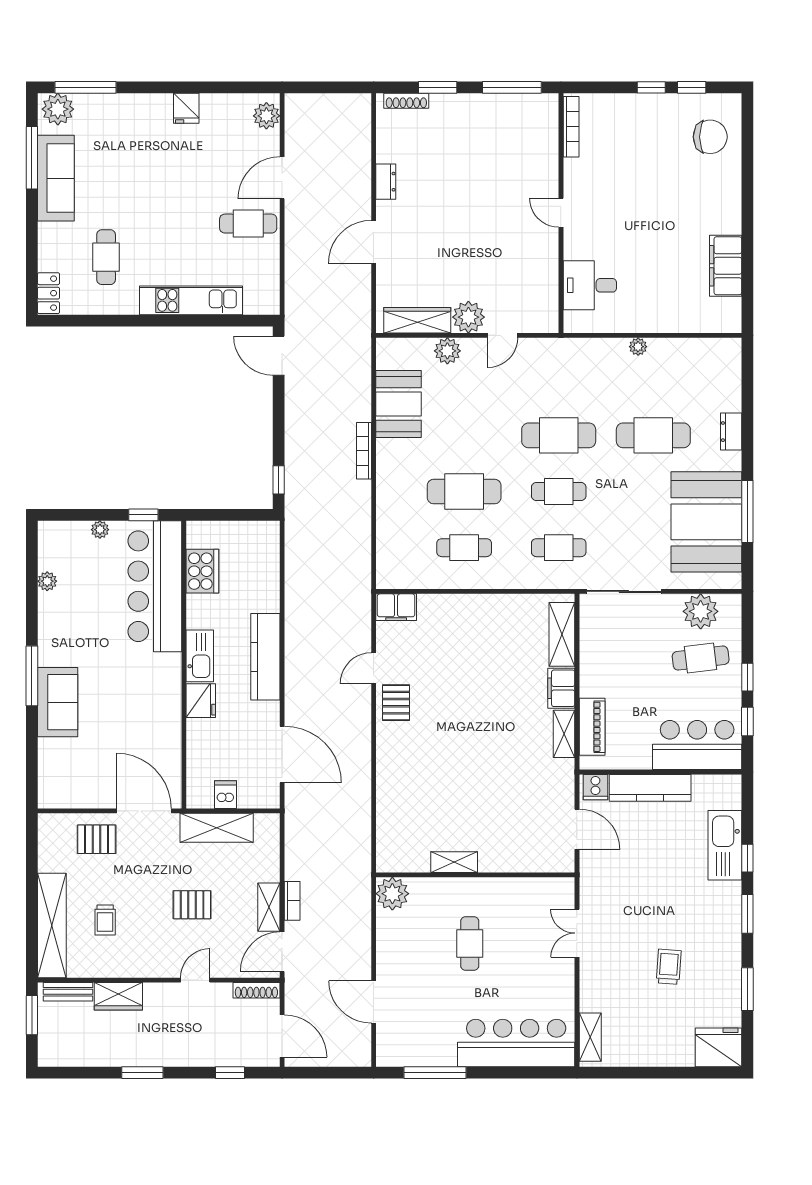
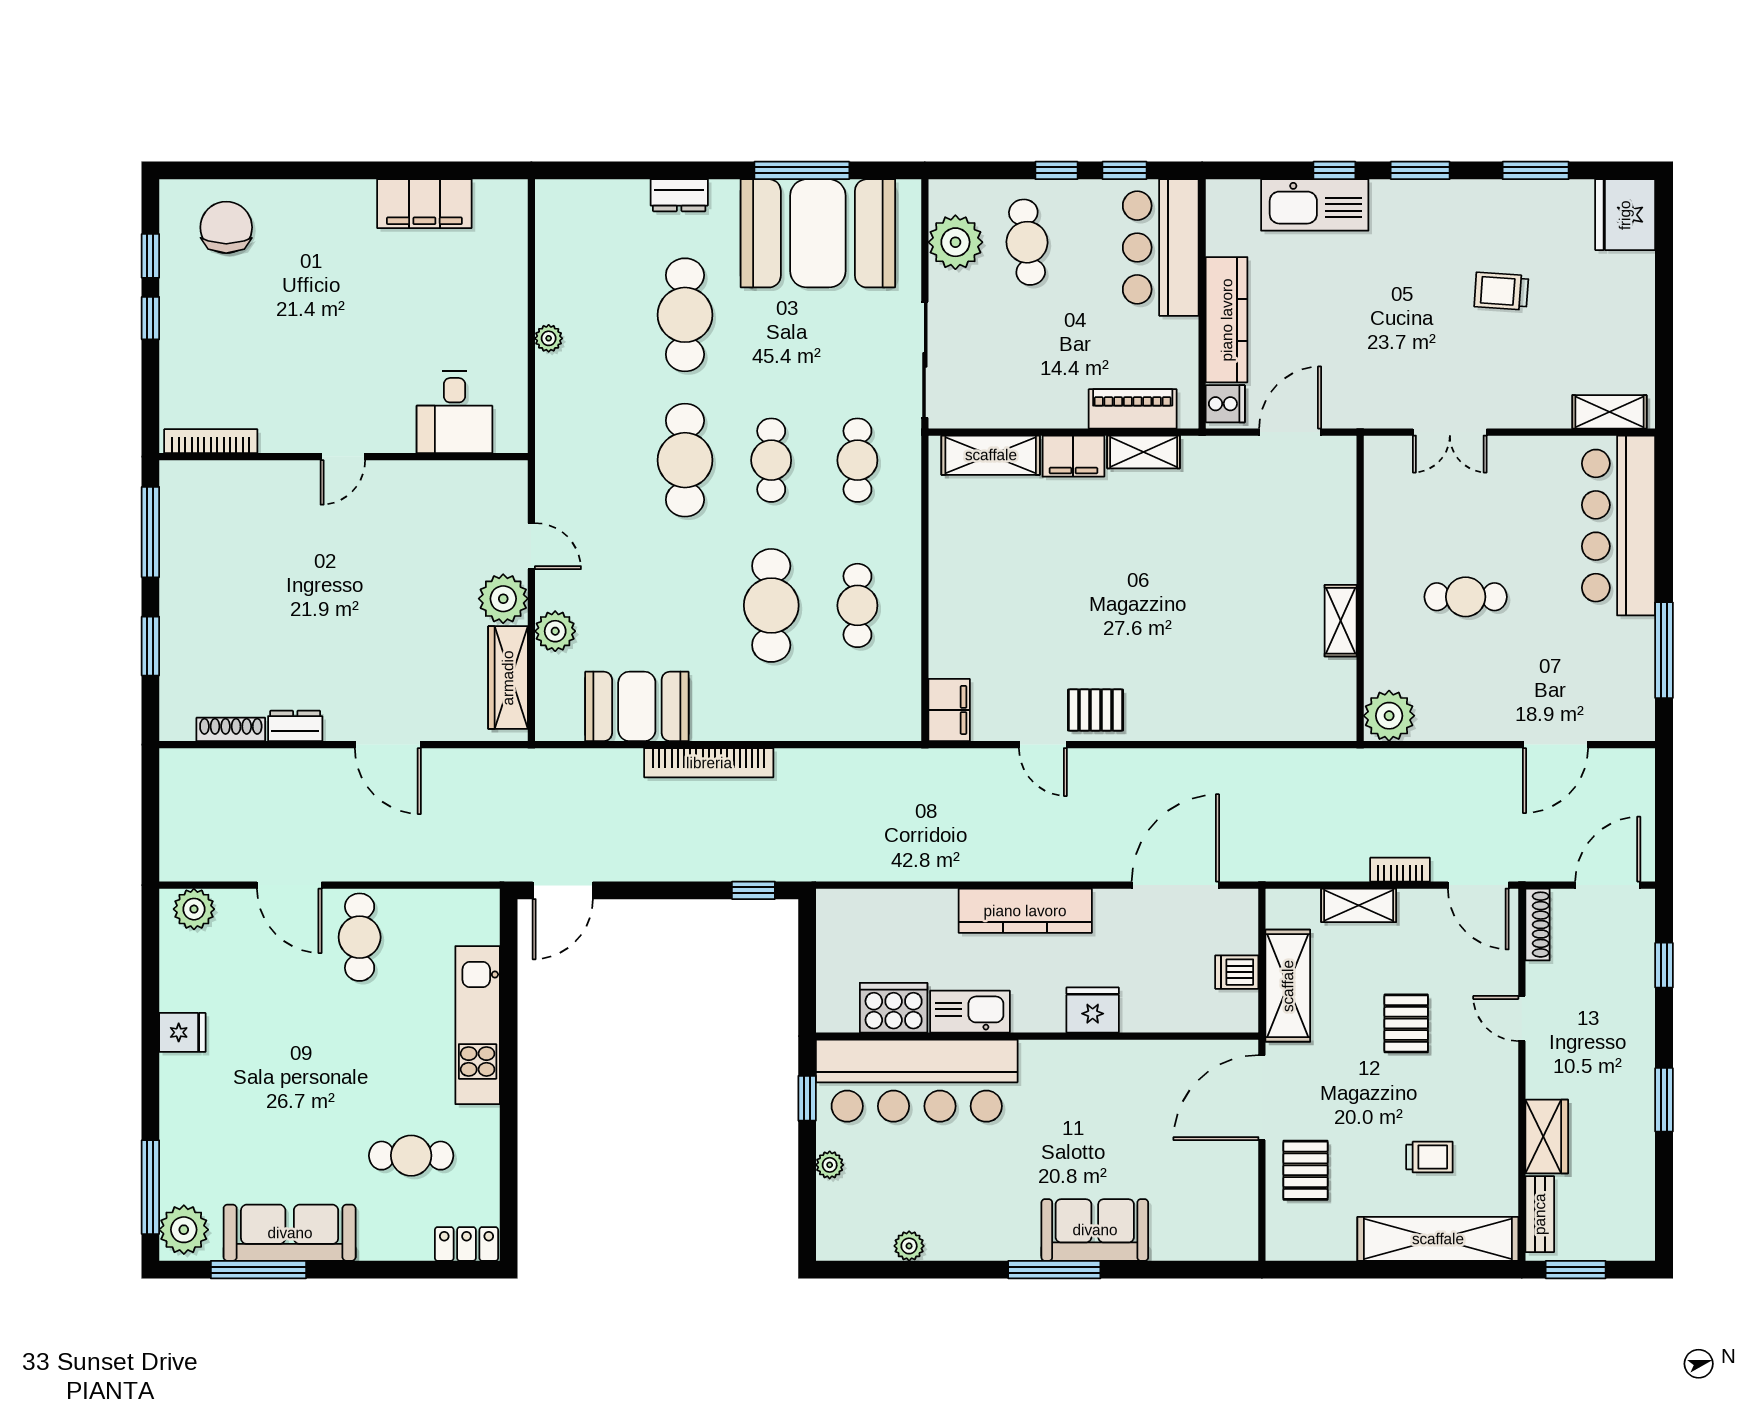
shoe rack: (406, 101) -> (231, 729), moved, turned -90
bookcase: (364, 451) -> (709, 763), width x1.48, depth x1.31
kitchen sink: (200, 656) -> (970, 1012), moved
shelving: (269, 907) -> (1359, 905), moved

